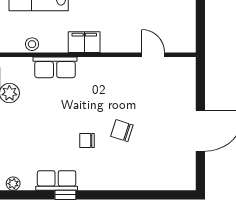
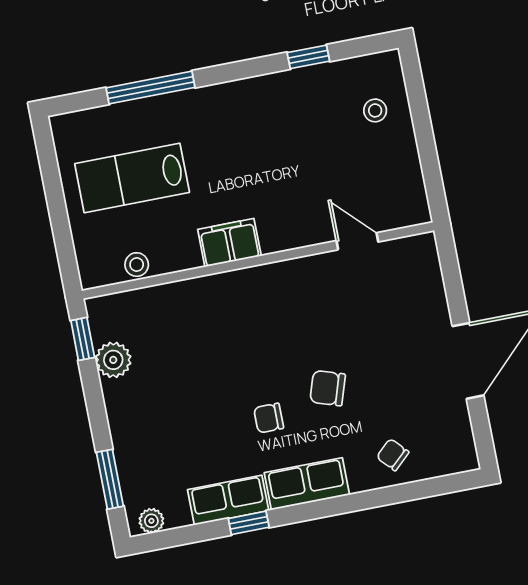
row of seats: (55, 67) -> (307, 484), moved, turned 180
chair: (150, 173) -> (393, 455), added

